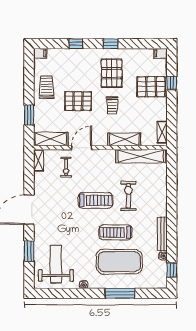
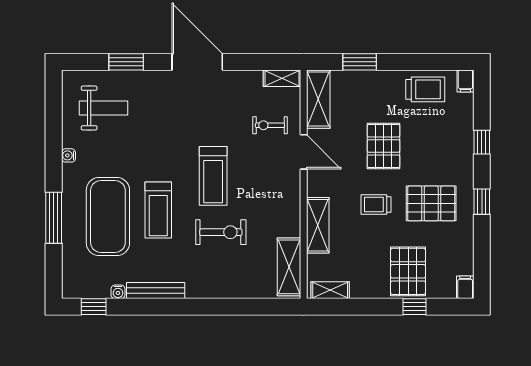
trolley: (47, 87) -> (425, 89), moved
shelving: (141, 156) -> (289, 267), width x0.68
treadmill: (115, 232) -> (158, 210), turned 180
weight bench: (56, 264) -> (104, 108), width x0.73, depth x0.75

